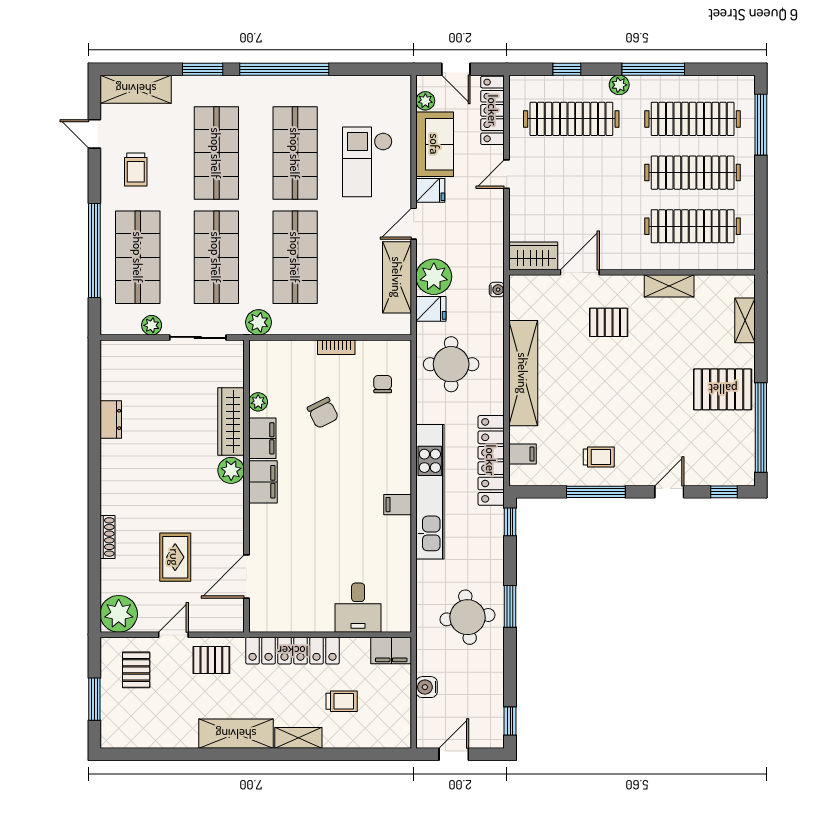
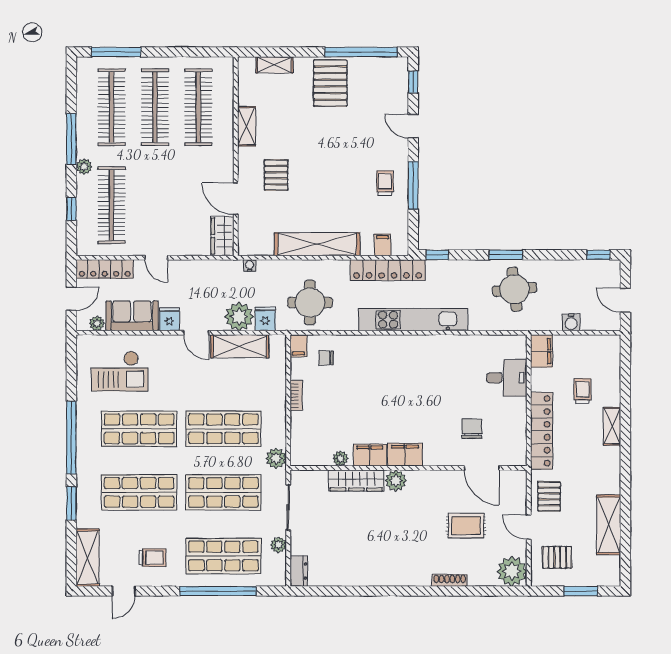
checkout: (367, 162) -> (120, 371), moved
chair: (323, 413) -> (472, 429), moved, turned -63
dresser: (111, 419) -> (299, 571), moved, turned 90
filing cabinet: (398, 505) -> (298, 346), moved
shelving: (236, 734) -> (609, 525), moved

